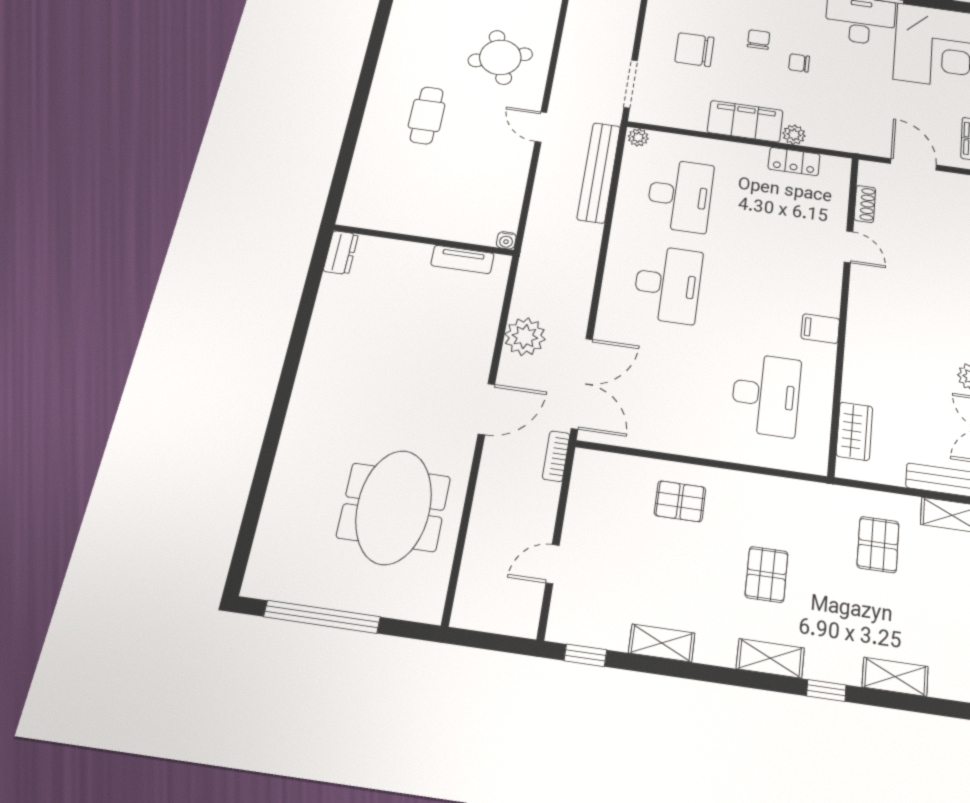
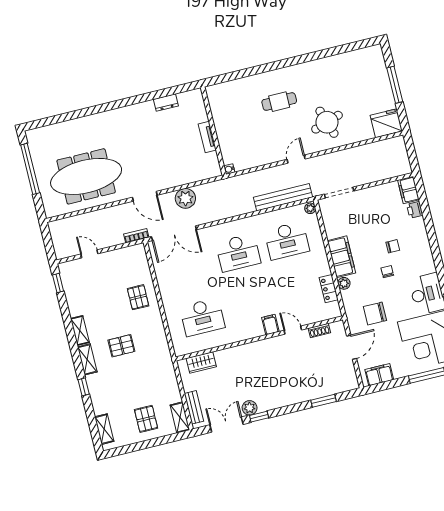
chair: (694, 50) -> (375, 314), moved, turned -90
door: (848, 247) -> (293, 330), swing flipped
dresser: (341, 253) -> (166, 103), moved
tv unit: (462, 259) -> (207, 137), moved
filing cabinet: (820, 329) -> (270, 325), moved
meeting table: (394, 507) -> (86, 176), width x1.36
pallet: (878, 545) -> (146, 419), moved, turned 90
shelving: (662, 643) -> (80, 331), moved
shelving: (895, 677) -> (104, 429), moved

